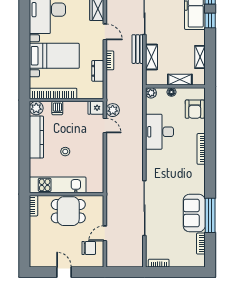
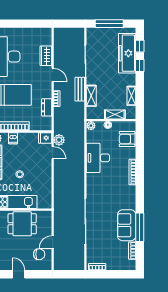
armchair: (195, 109) -> (127, 139), turned 90

